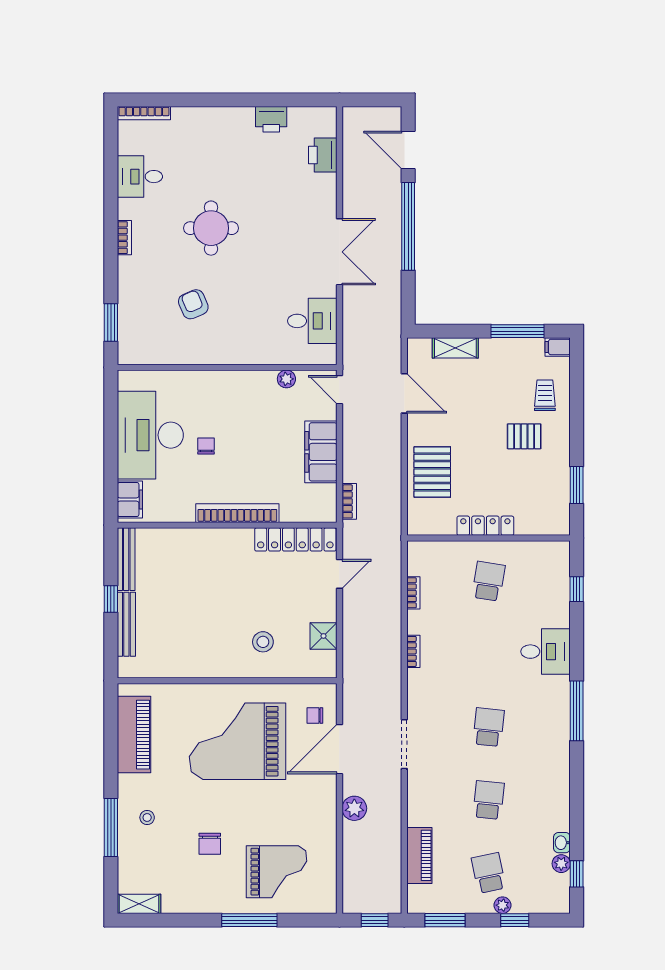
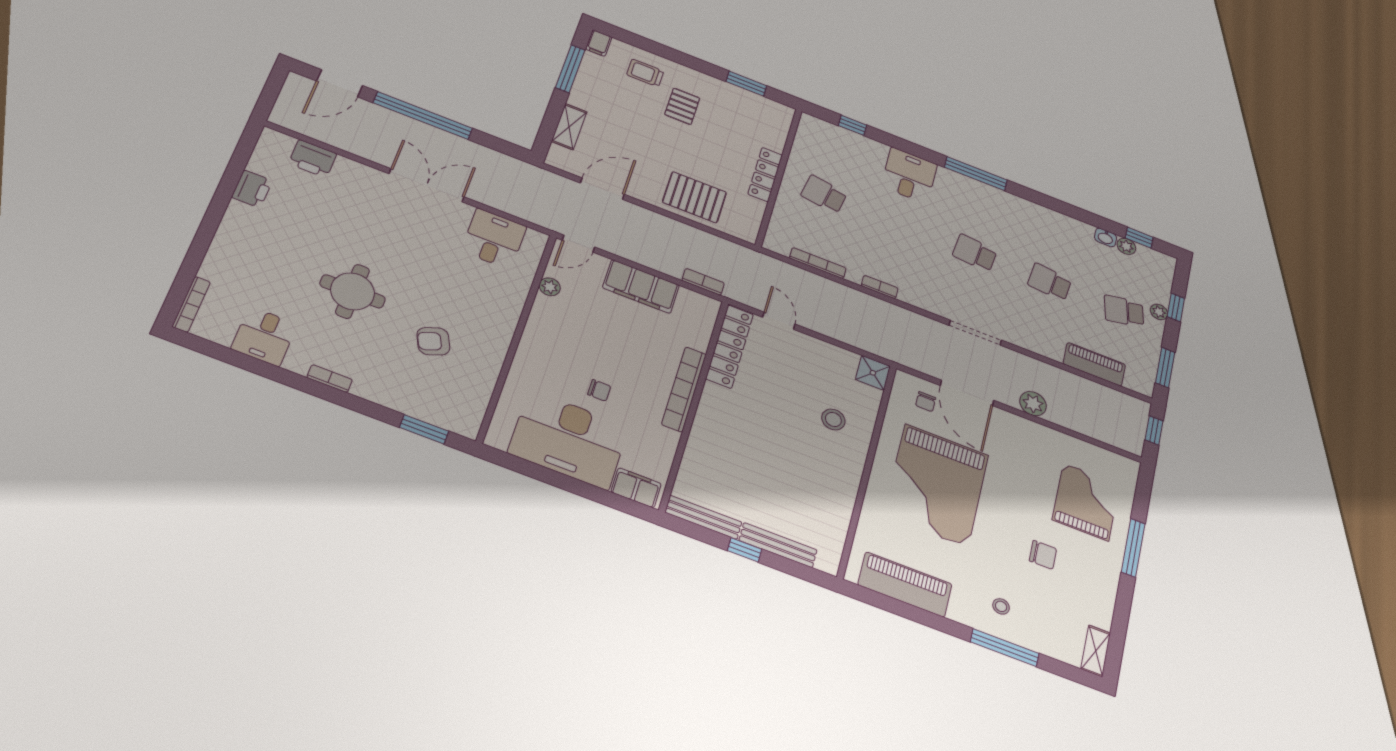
chair: (206, 446) -> (599, 390), turned 180
bookcase: (413, 593) -> (818, 263), width x1.56
shower: (323, 636) -> (873, 373), moved

